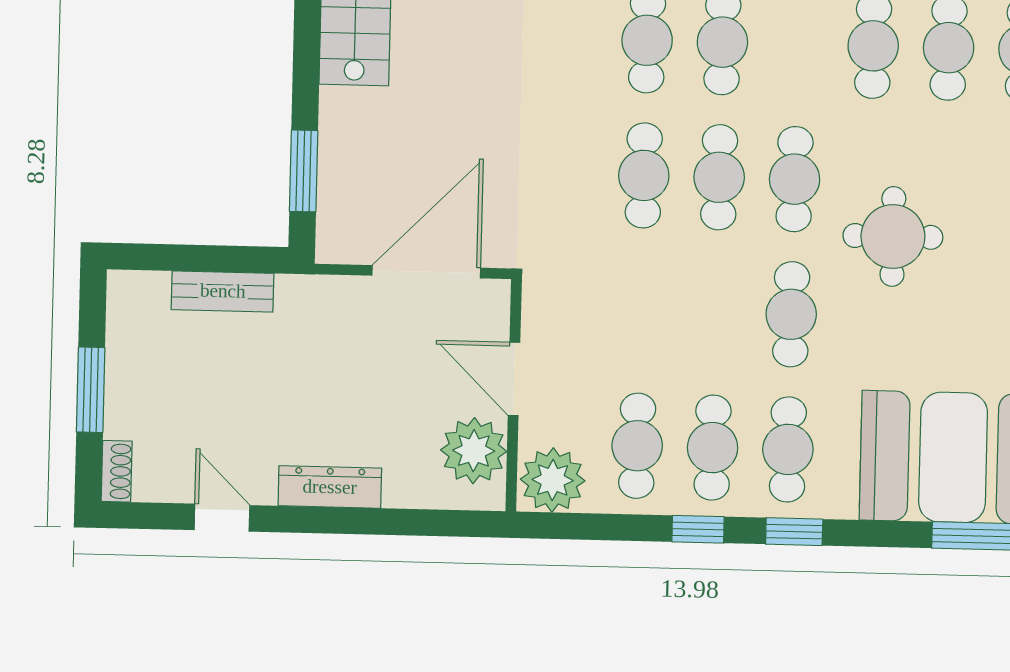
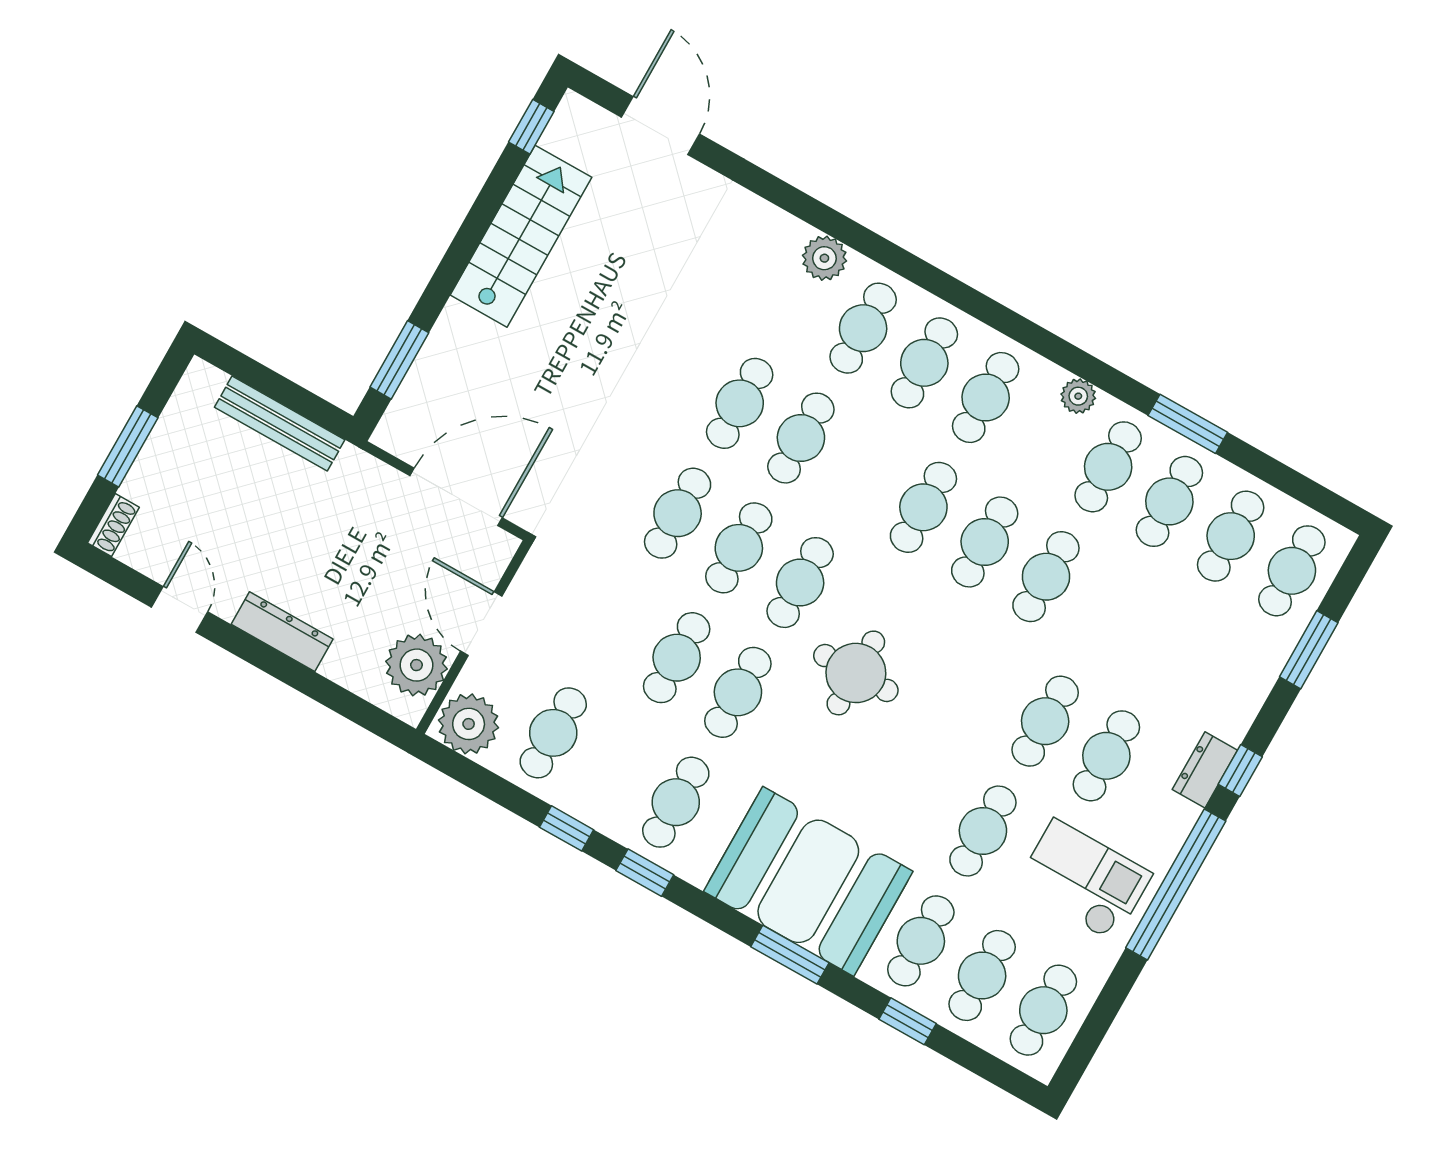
bench: (223, 291) -> (280, 424), width x1.36
cafe table: (713, 448) -> (677, 658), moved

